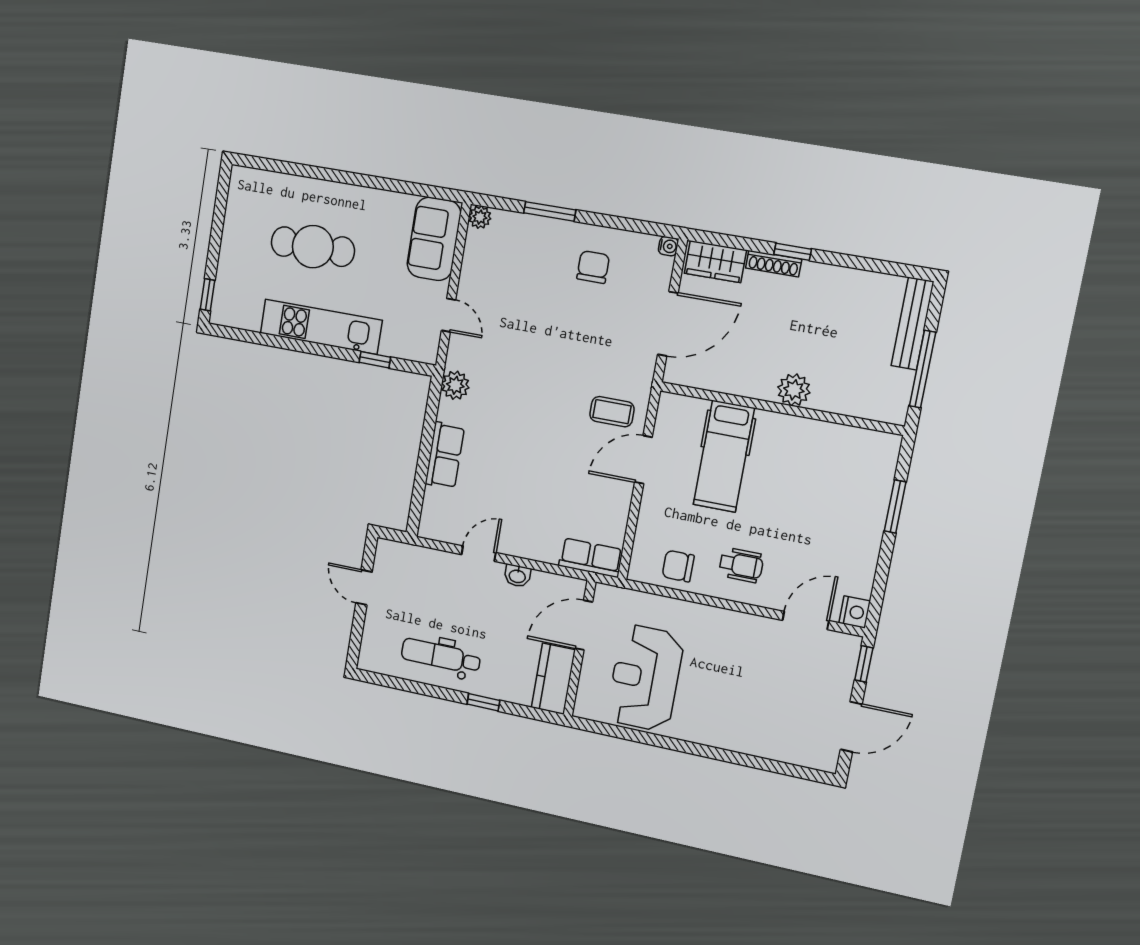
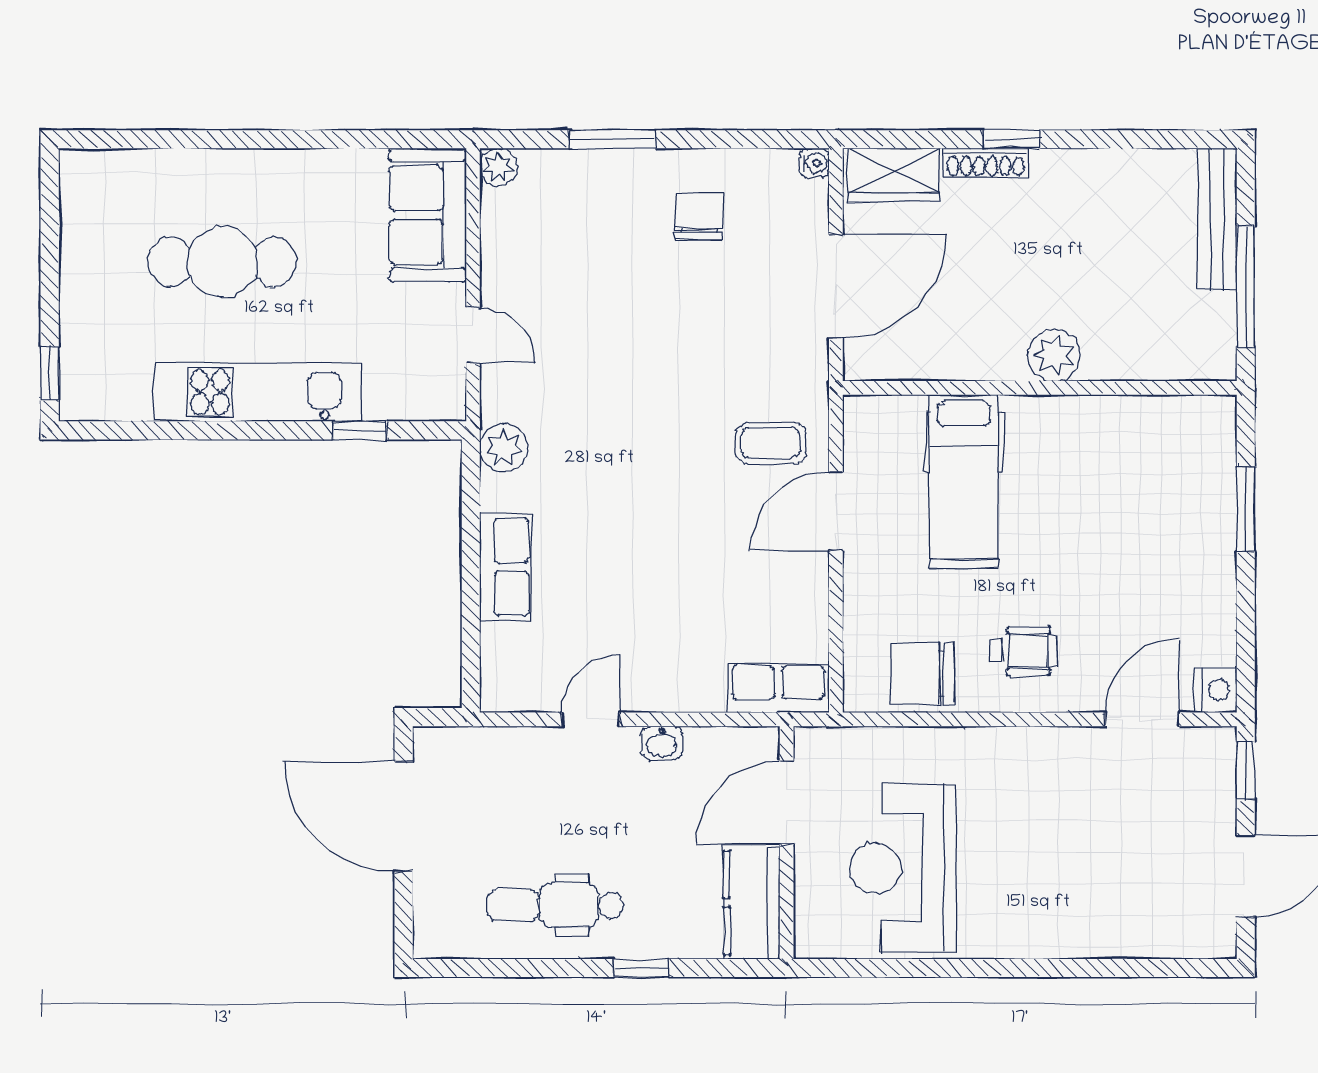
chair: (678, 566) -> (923, 673), width x1.37, depth x1.37
door: (364, 587) -> (404, 817), width x1.87

